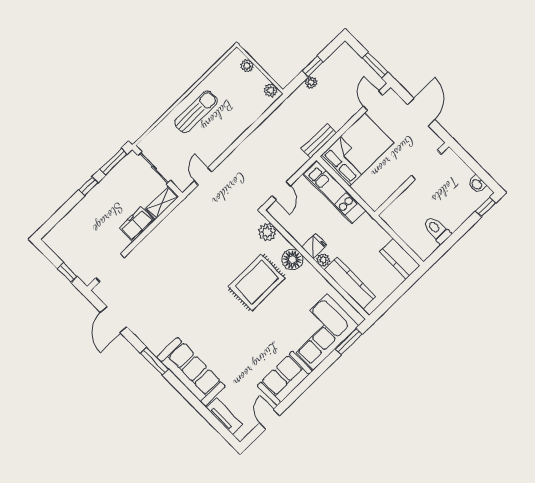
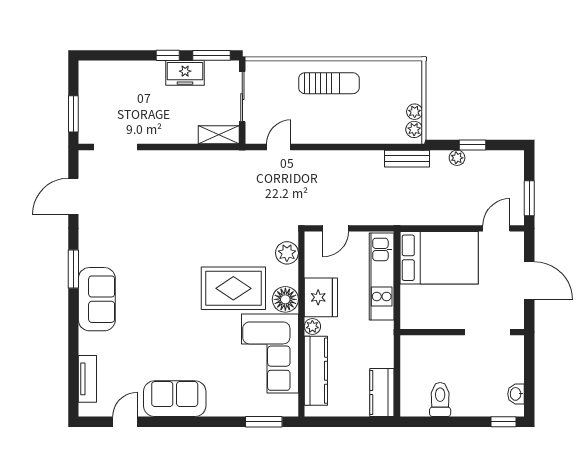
plant: (247, 66) -> (415, 112), moved
door: (421, 112) -> (529, 281), hinge flipped
bench: (319, 141) -> (407, 159), moved
freezer: (137, 224) -> (185, 73), moved, turned 180
fridge: (314, 246) -> (321, 297), width x1.88, depth x1.34
window: (67, 273) -> (73, 114), width x1.50
corner sofa: (320, 332) -> (270, 354), moved, turned -90
sofa: (191, 372) -> (97, 299), width x0.73

